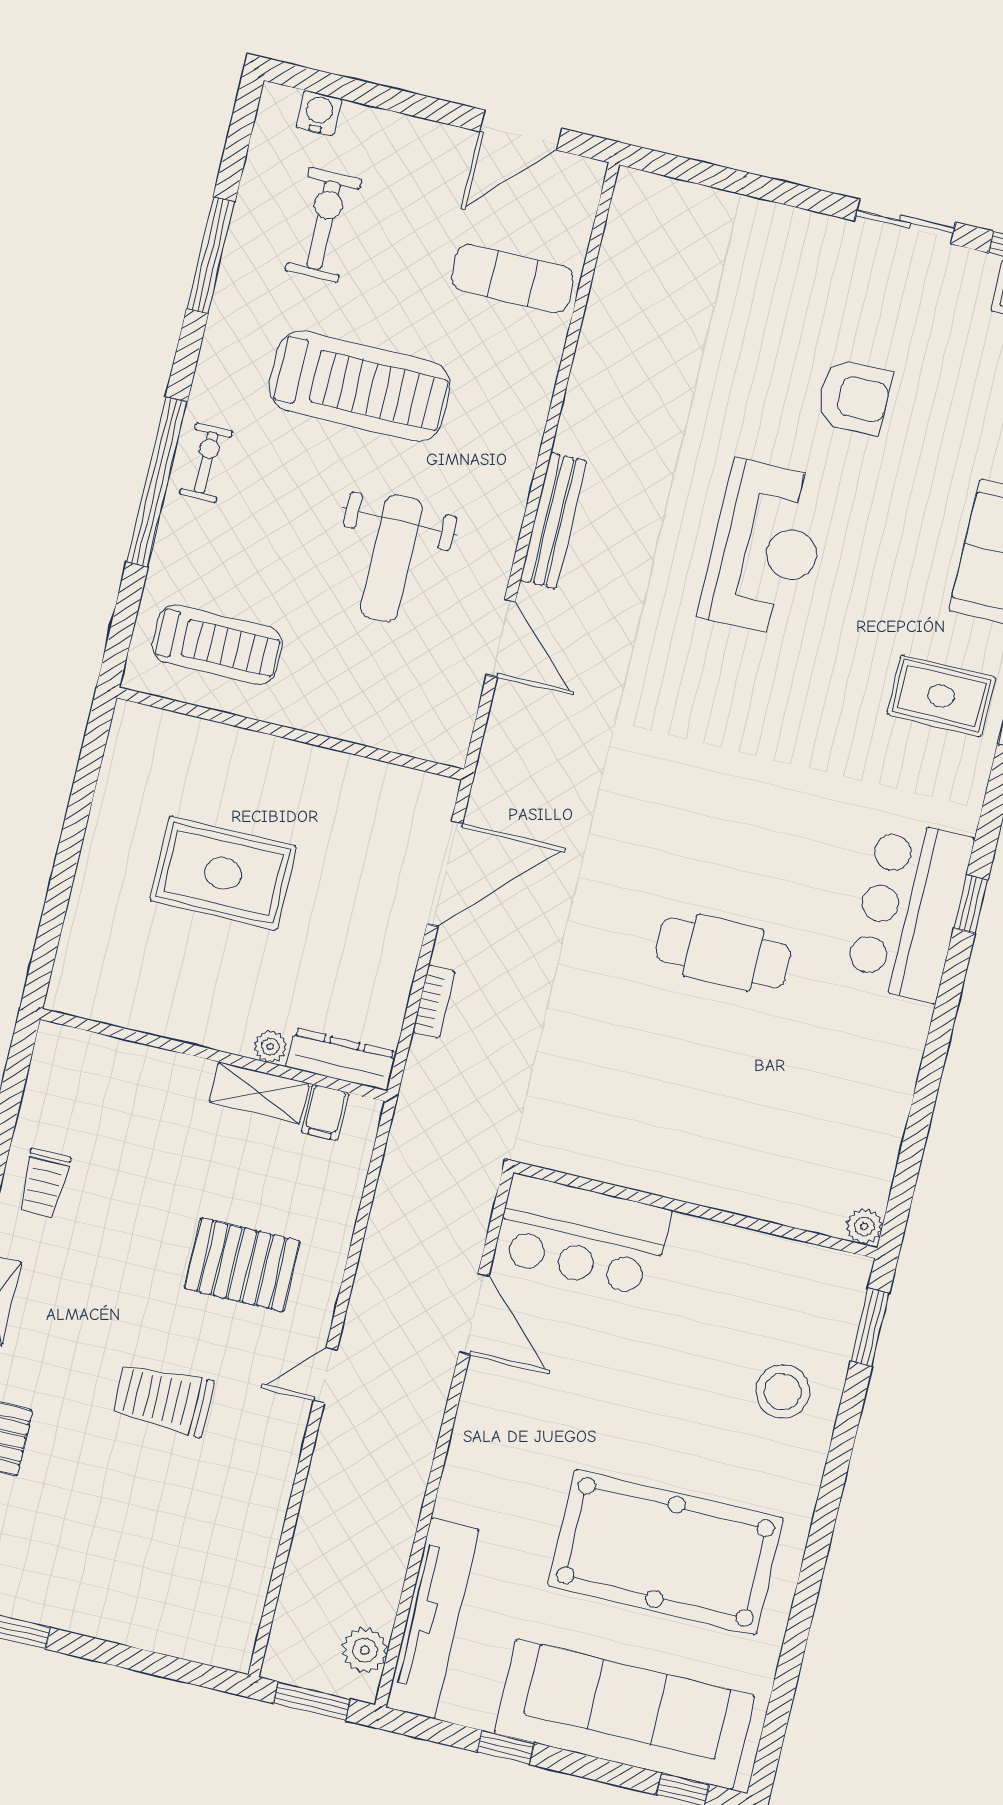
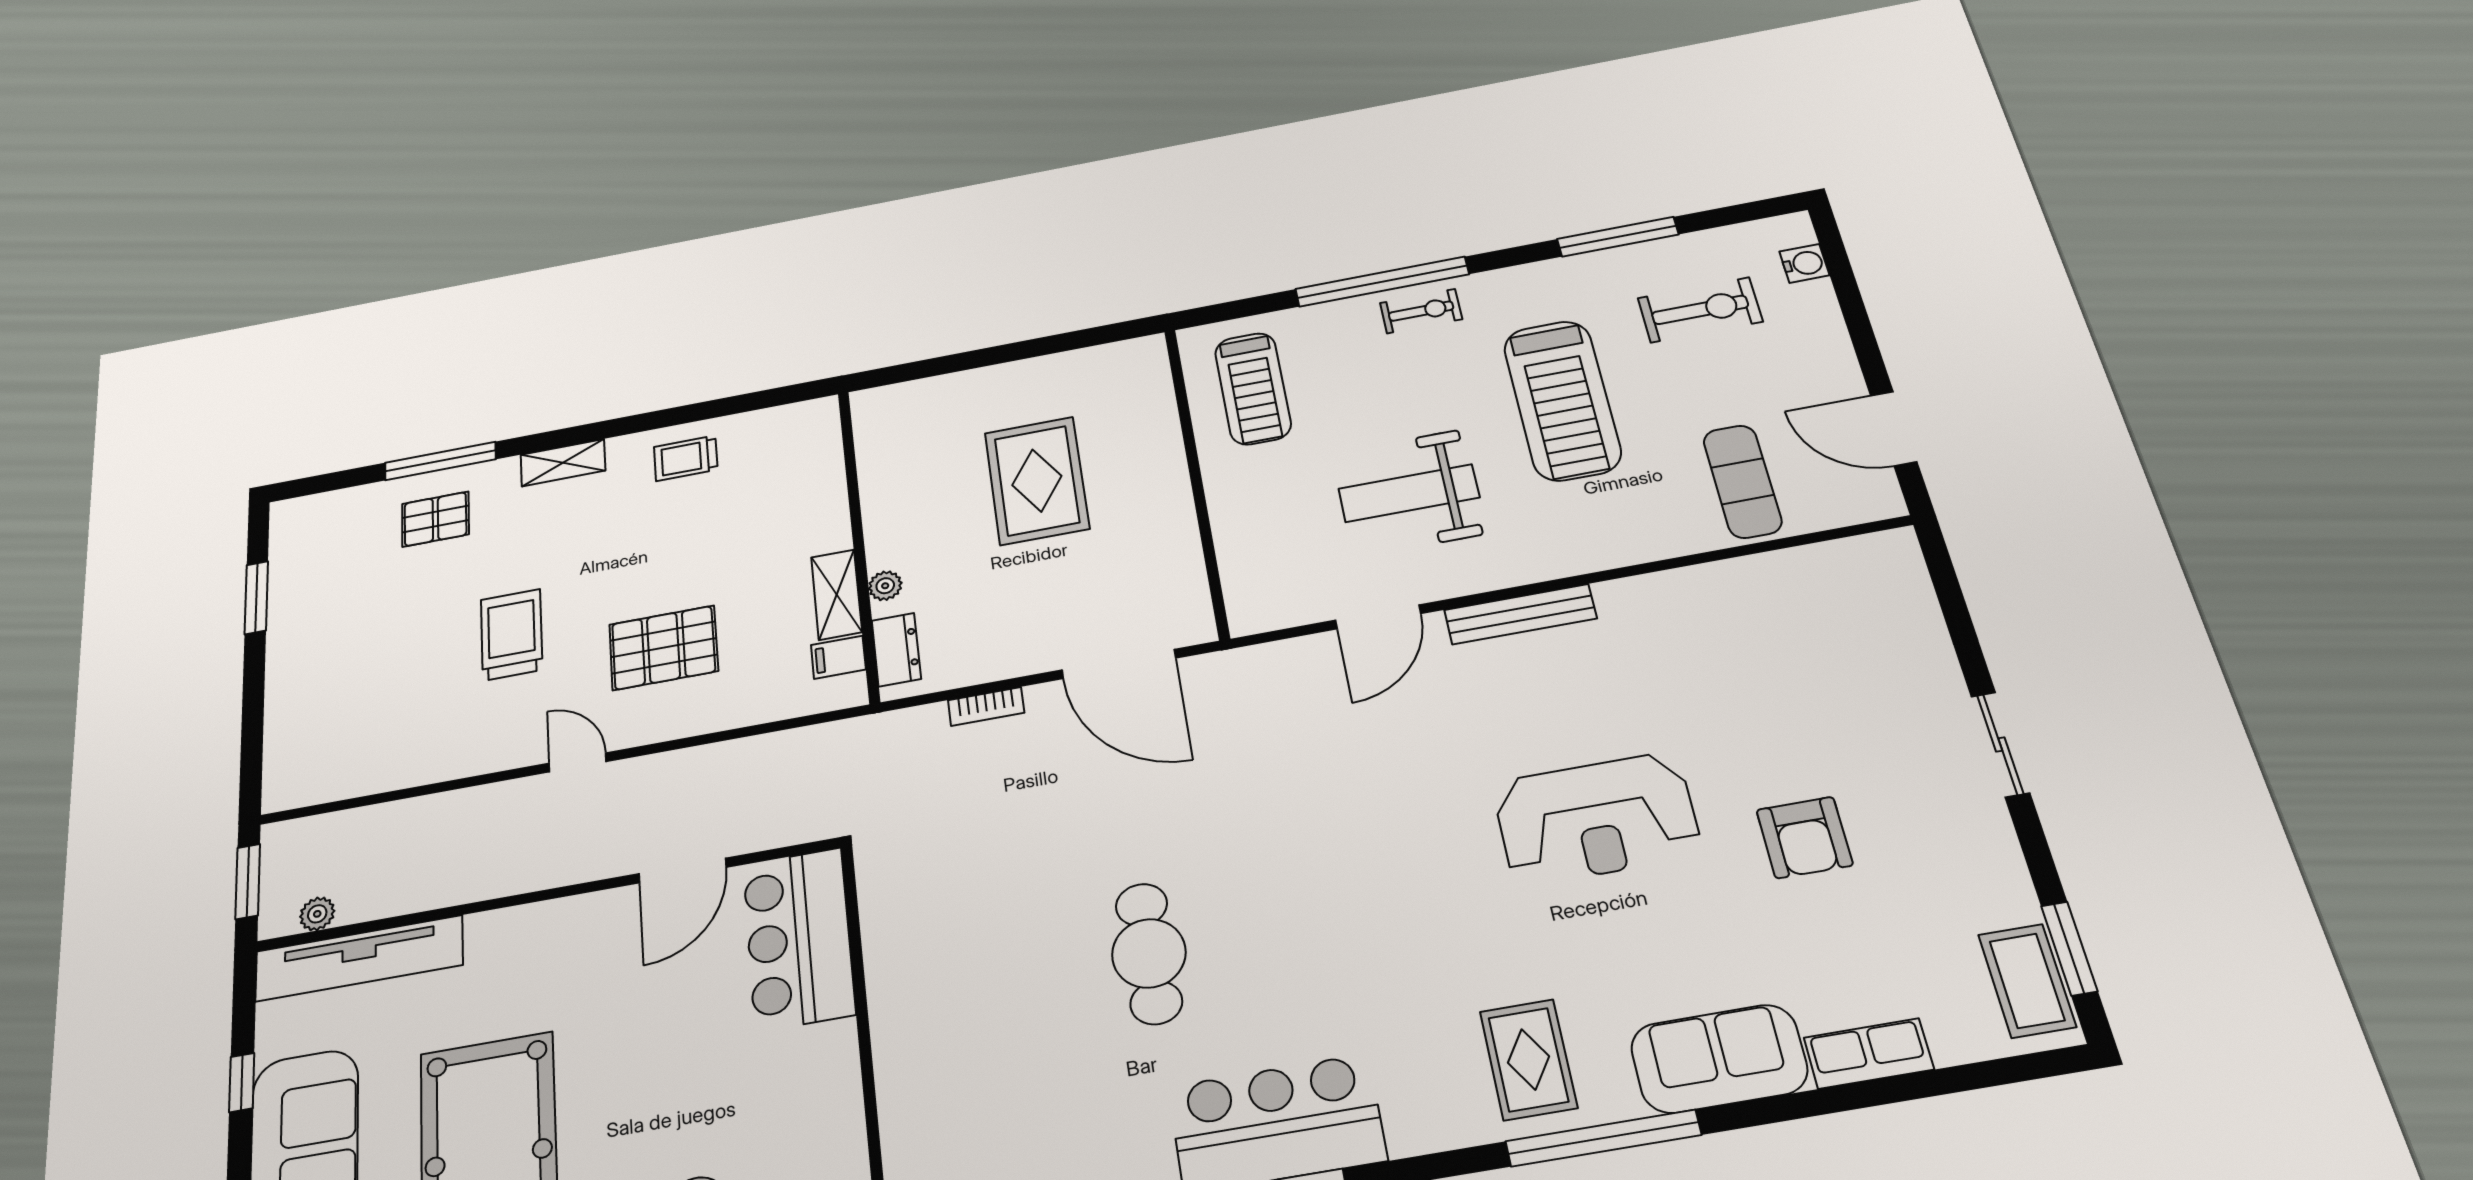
sliding door: (905, 222) -> (2000, 744), moved
dresser: (341, 1059) -> (896, 650), width x0.70
pallet: (242, 1265) -> (663, 648), turned 90
plant: (365, 1650) -> (317, 914), width x0.73, depth x0.73

